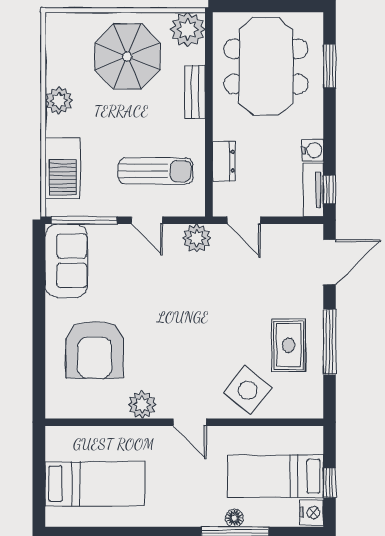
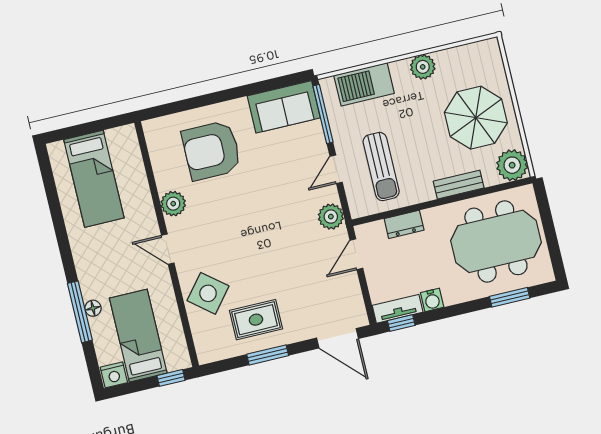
window: (330, 342) -> (268, 355), width x0.69
door: (190, 422) -> (168, 249), hinge flipped
window: (330, 483) -> (171, 378), moved

